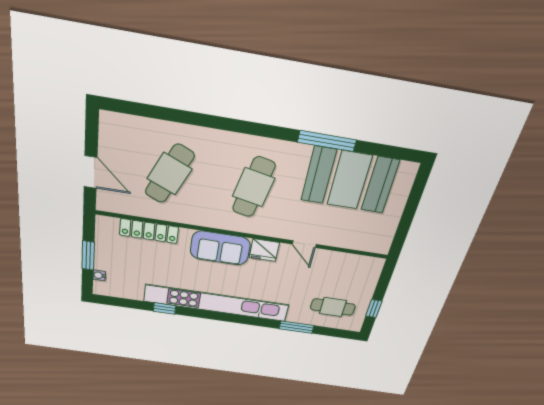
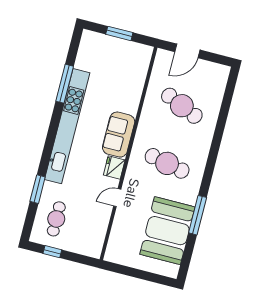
locker: (149, 231) -> (137, 84), removed
water cooler: (99, 275) -> (101, 38), removed
window: (165, 308) -> (65, 84), width x2.17

